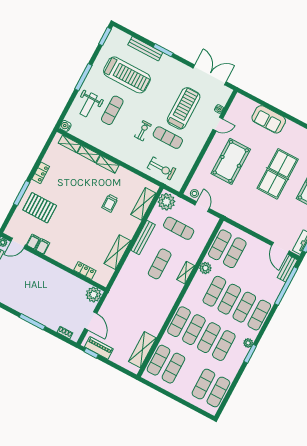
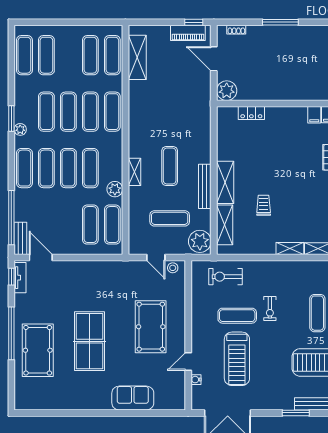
shelving: (117, 252) -> (225, 182), moved

